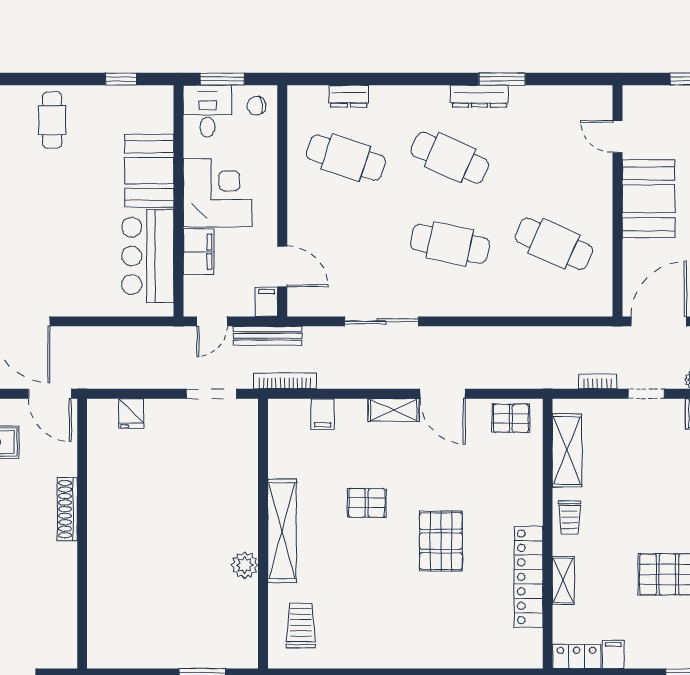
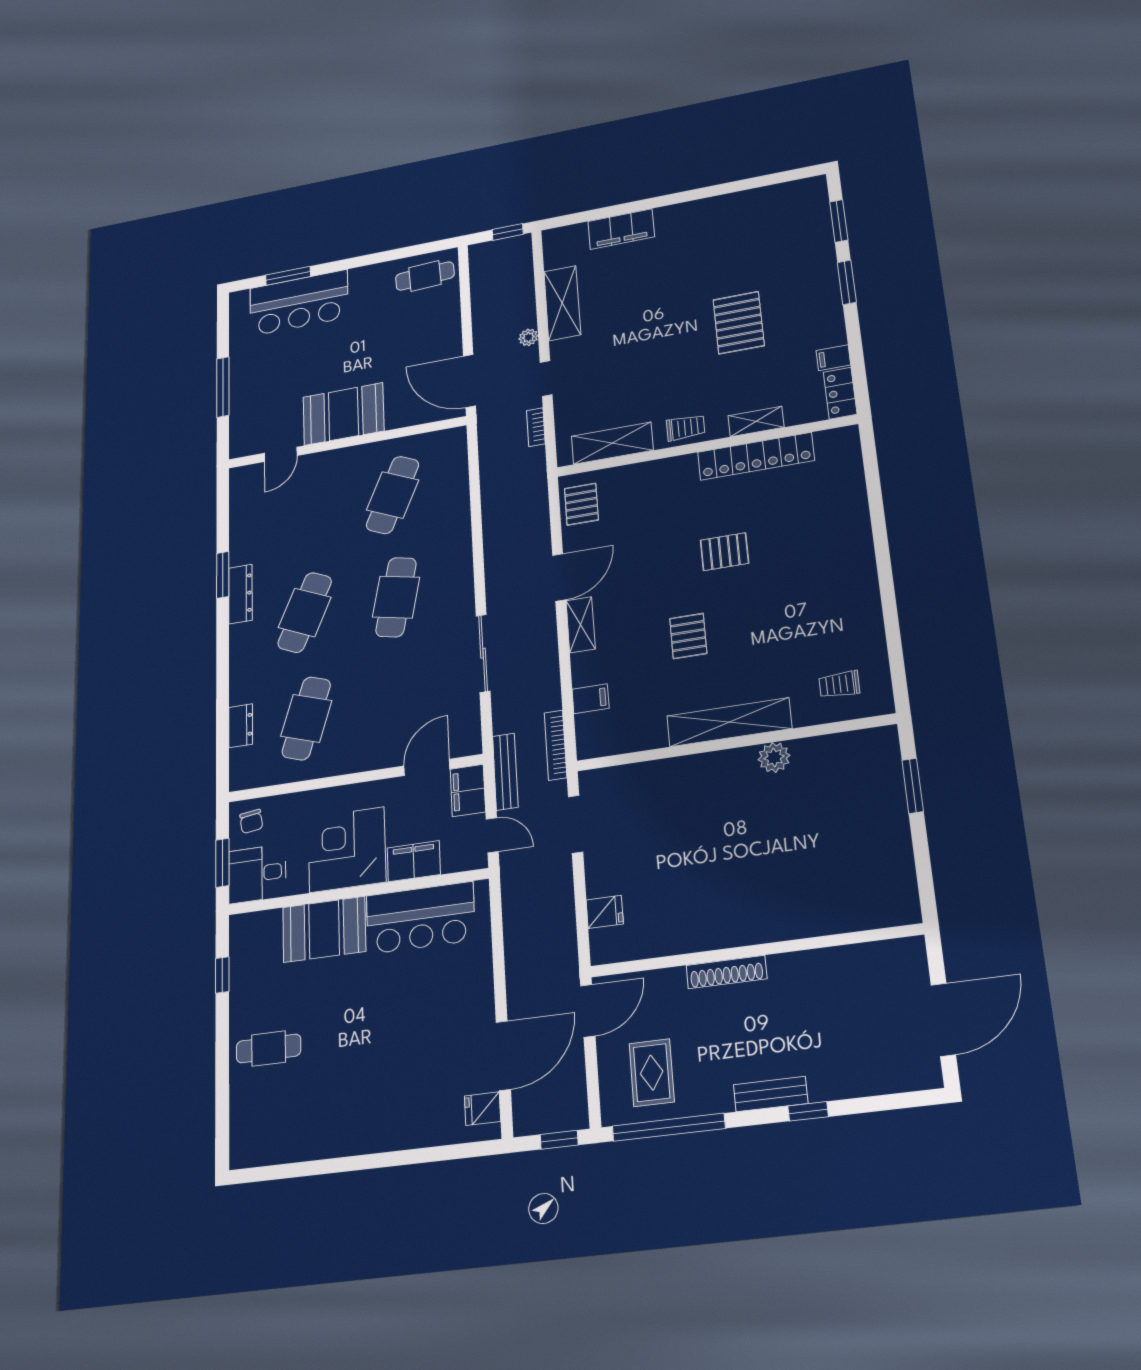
filing cabinet: (266, 302) -> (468, 790), width x2.00
pallet: (441, 541) -> (725, 552), width x0.67, depth x0.71
trolley: (301, 626) -> (839, 684), width x0.73, depth x0.72

